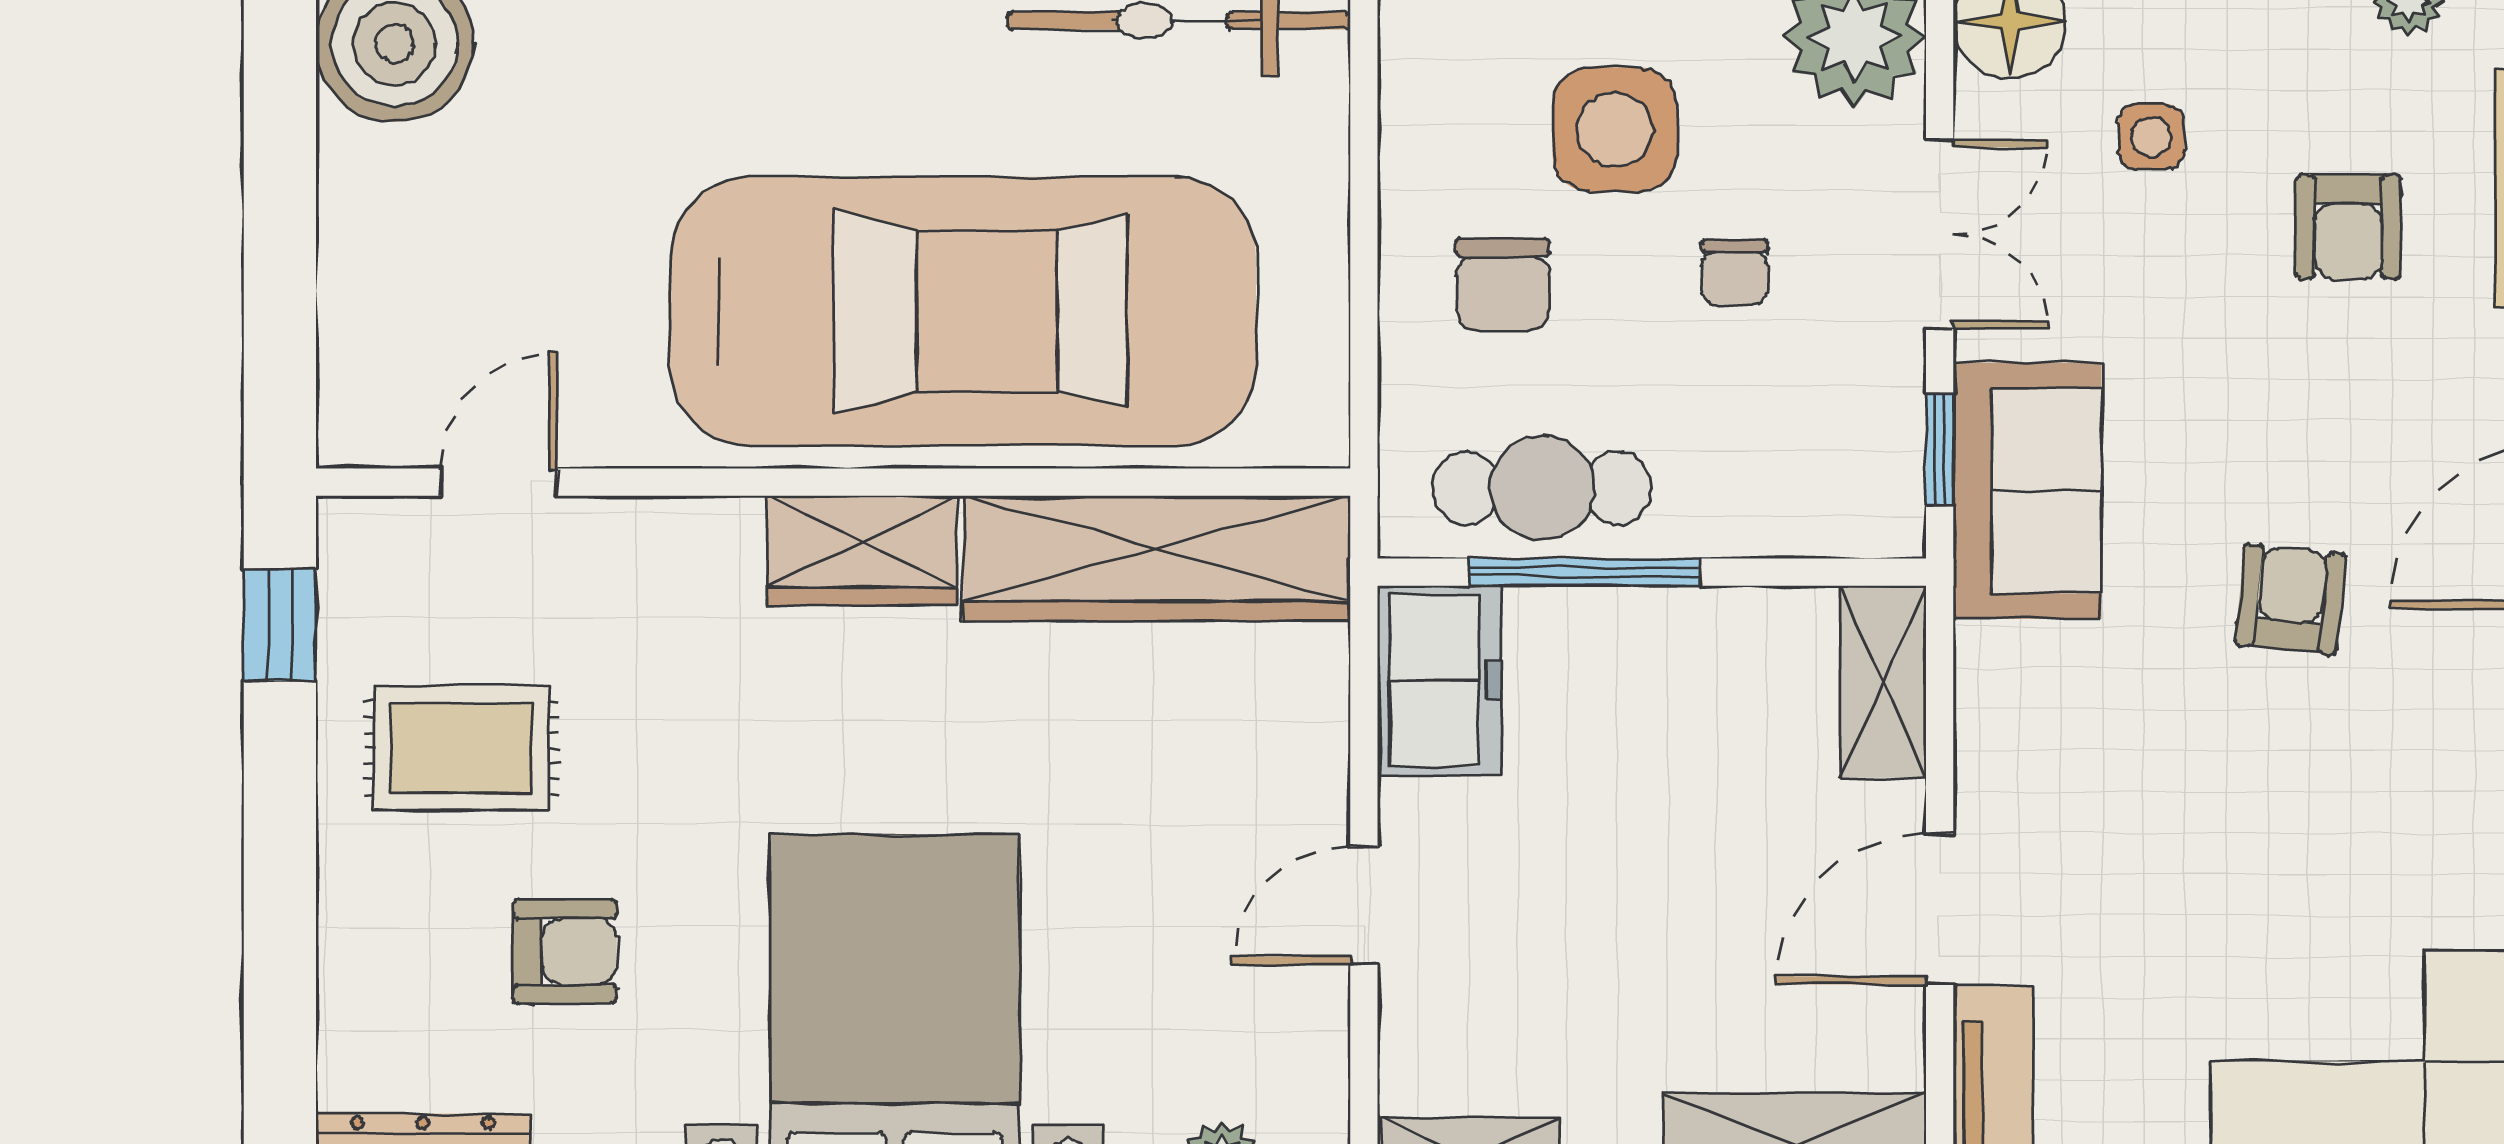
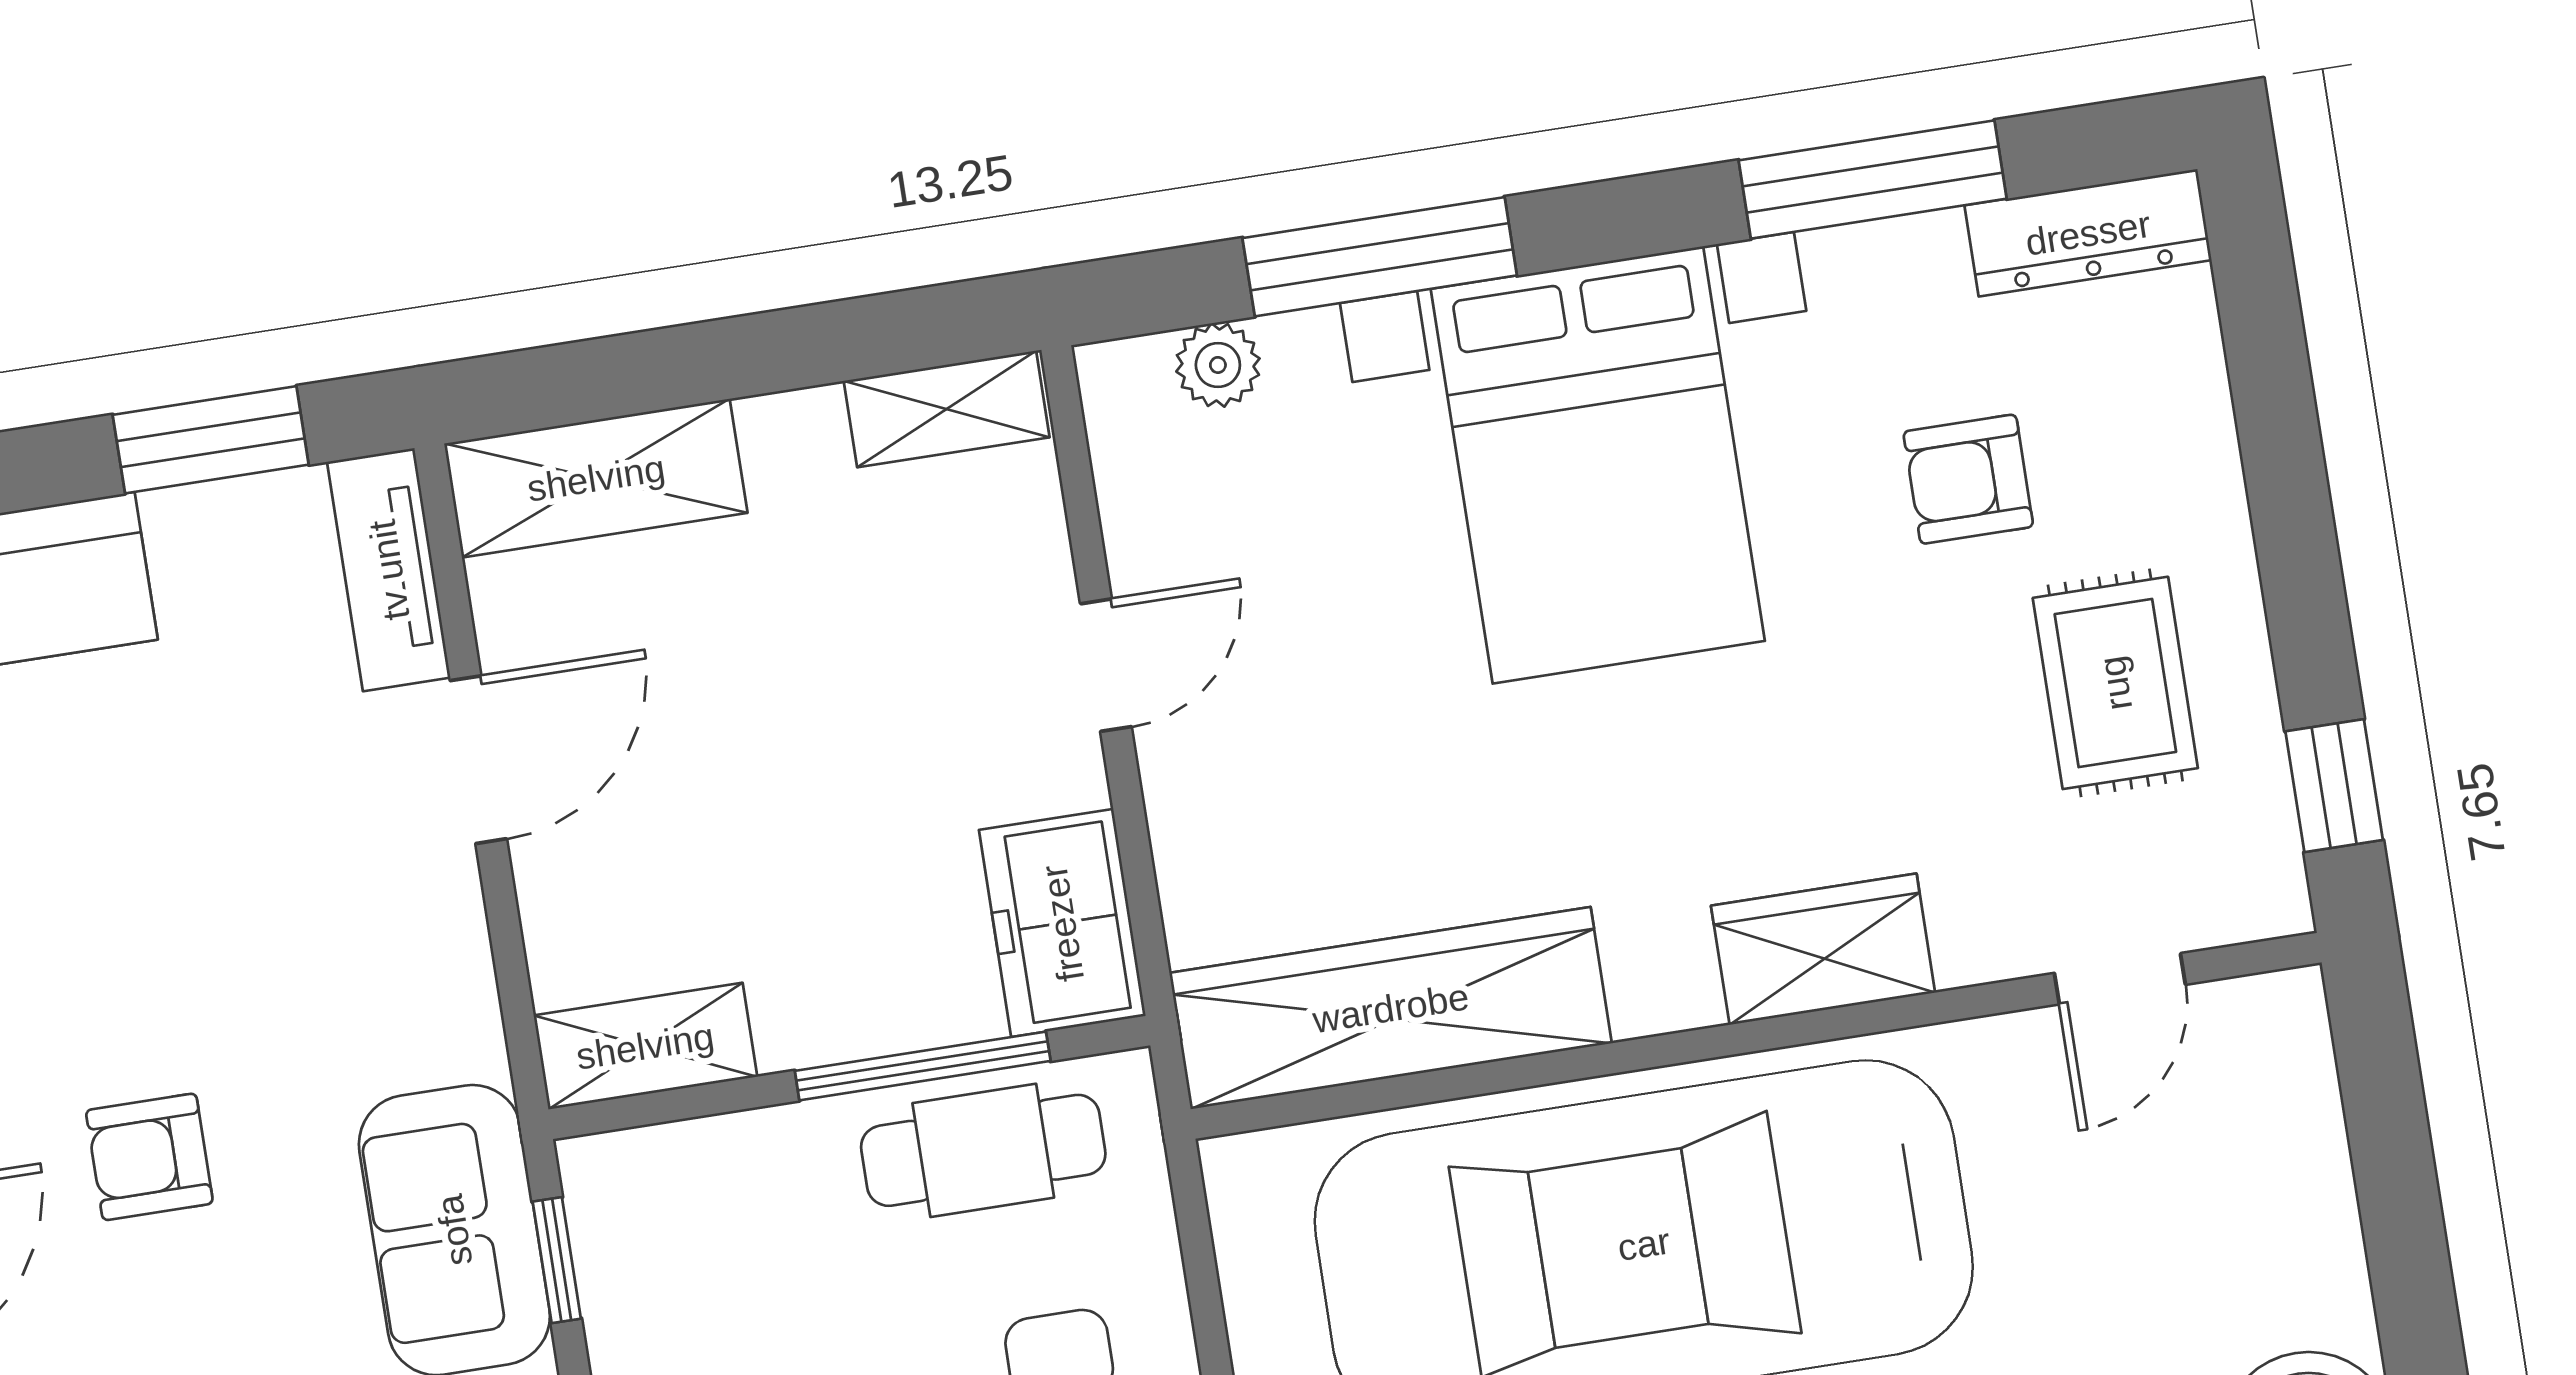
wardrobe: (862, 550) -> (1823, 949), moved
armchair: (2290, 599) -> (149, 1157), turned 84
shelving: (1883, 682) -> (645, 1046), moved, turned 90
rug: (462, 748) -> (2115, 683), turned 90

